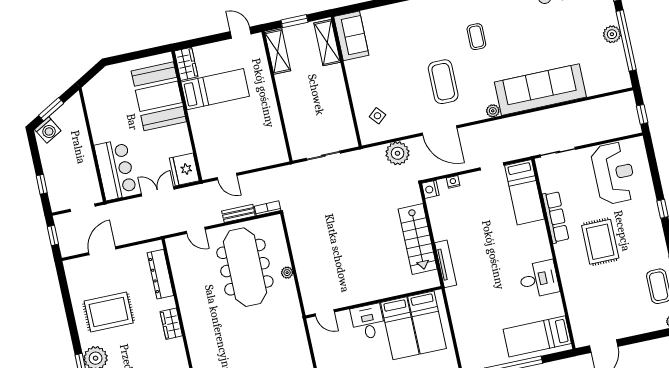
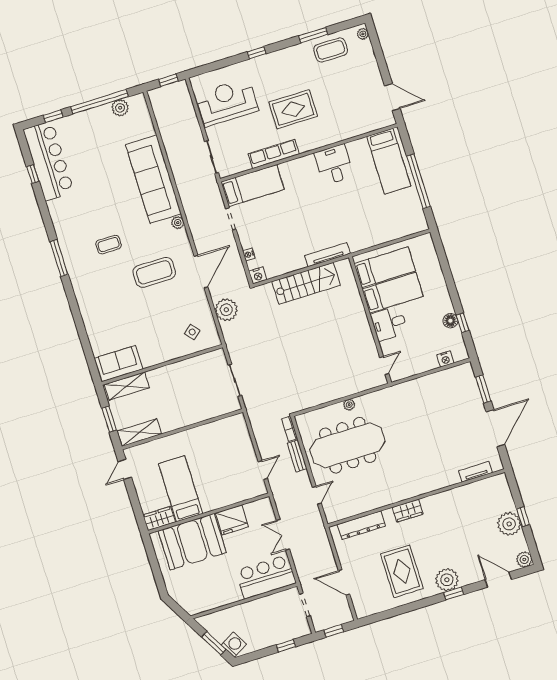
plant: (612, 34) -> (120, 108), moved
fridge: (184, 169) -> (232, 520), moved

